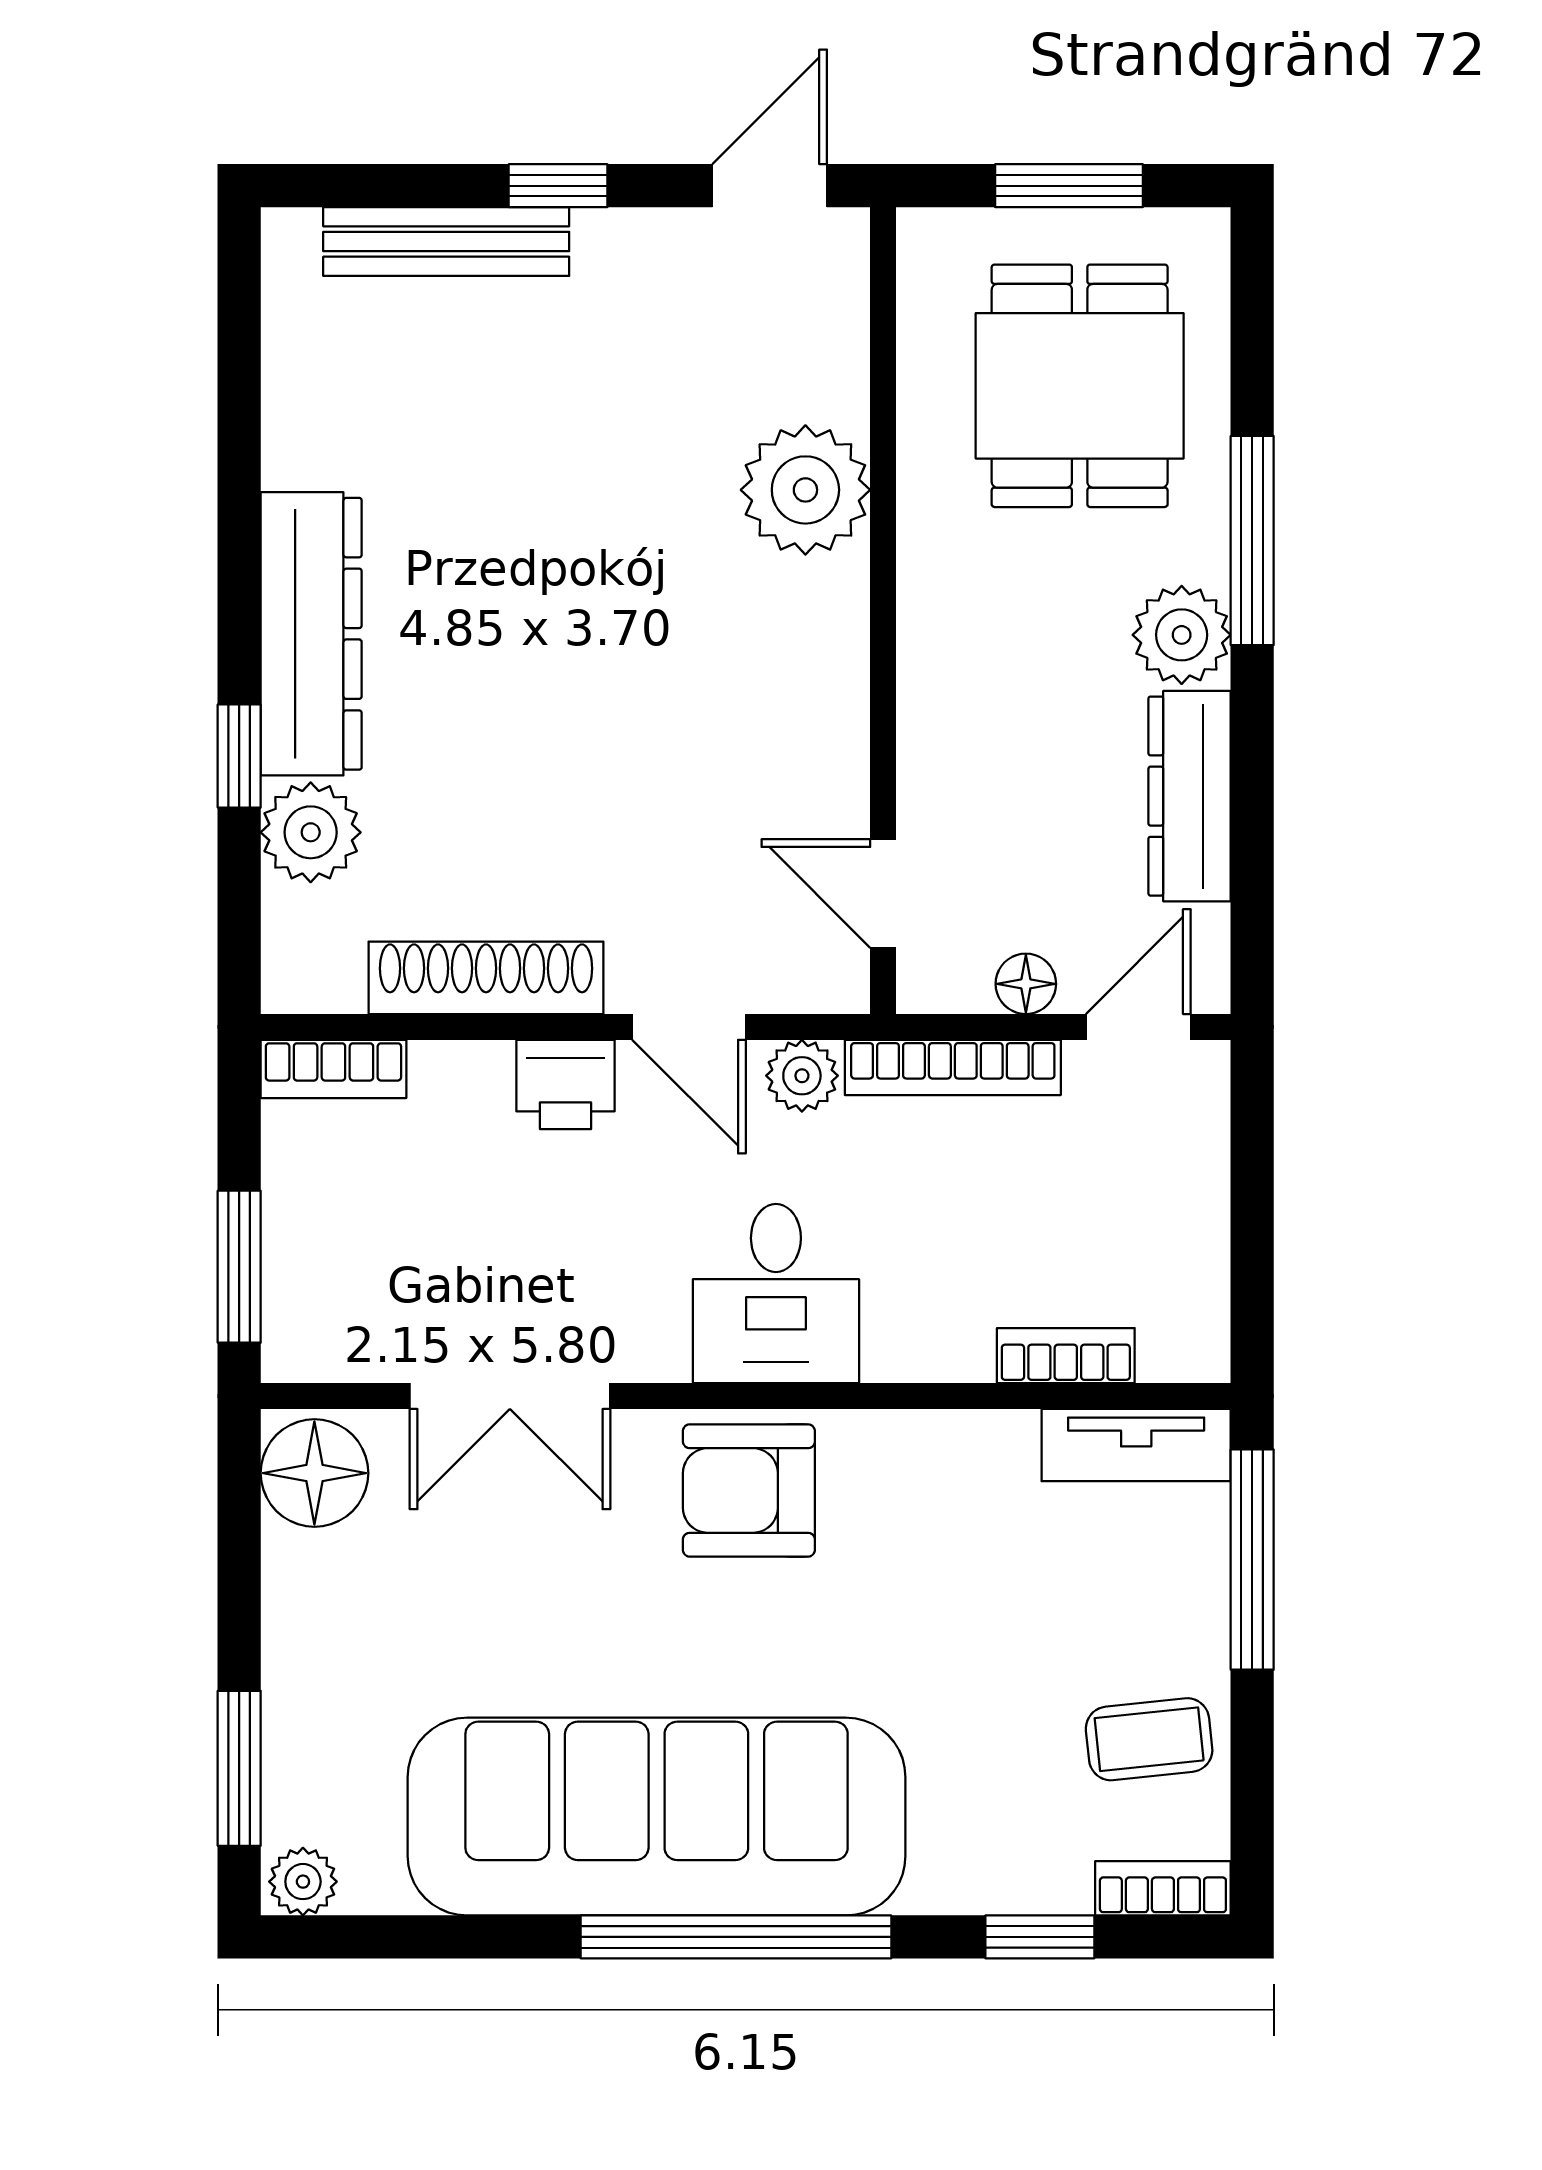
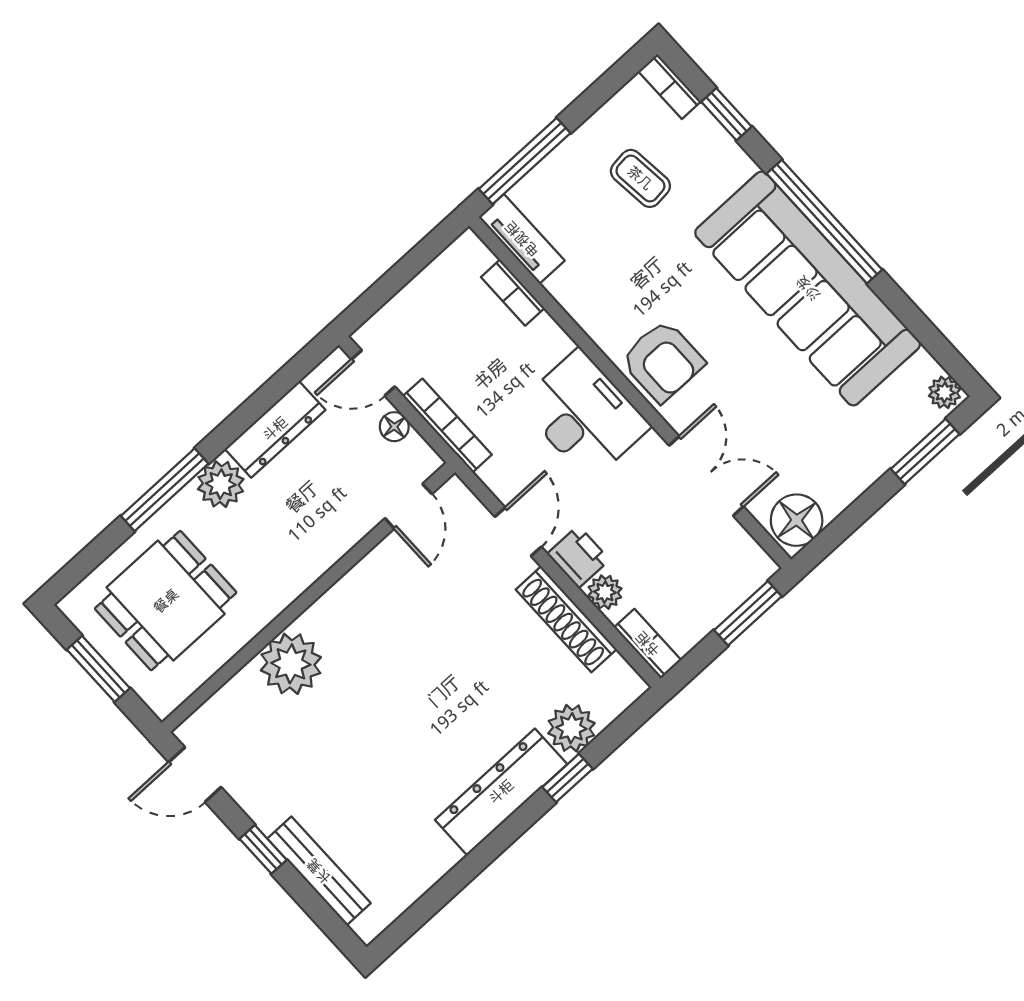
plant: (802, 1076) -> (605, 592), moved
desk: (776, 1294) -> (584, 415), width x1.37
coffee table: (1149, 1739) -> (640, 178), moved

